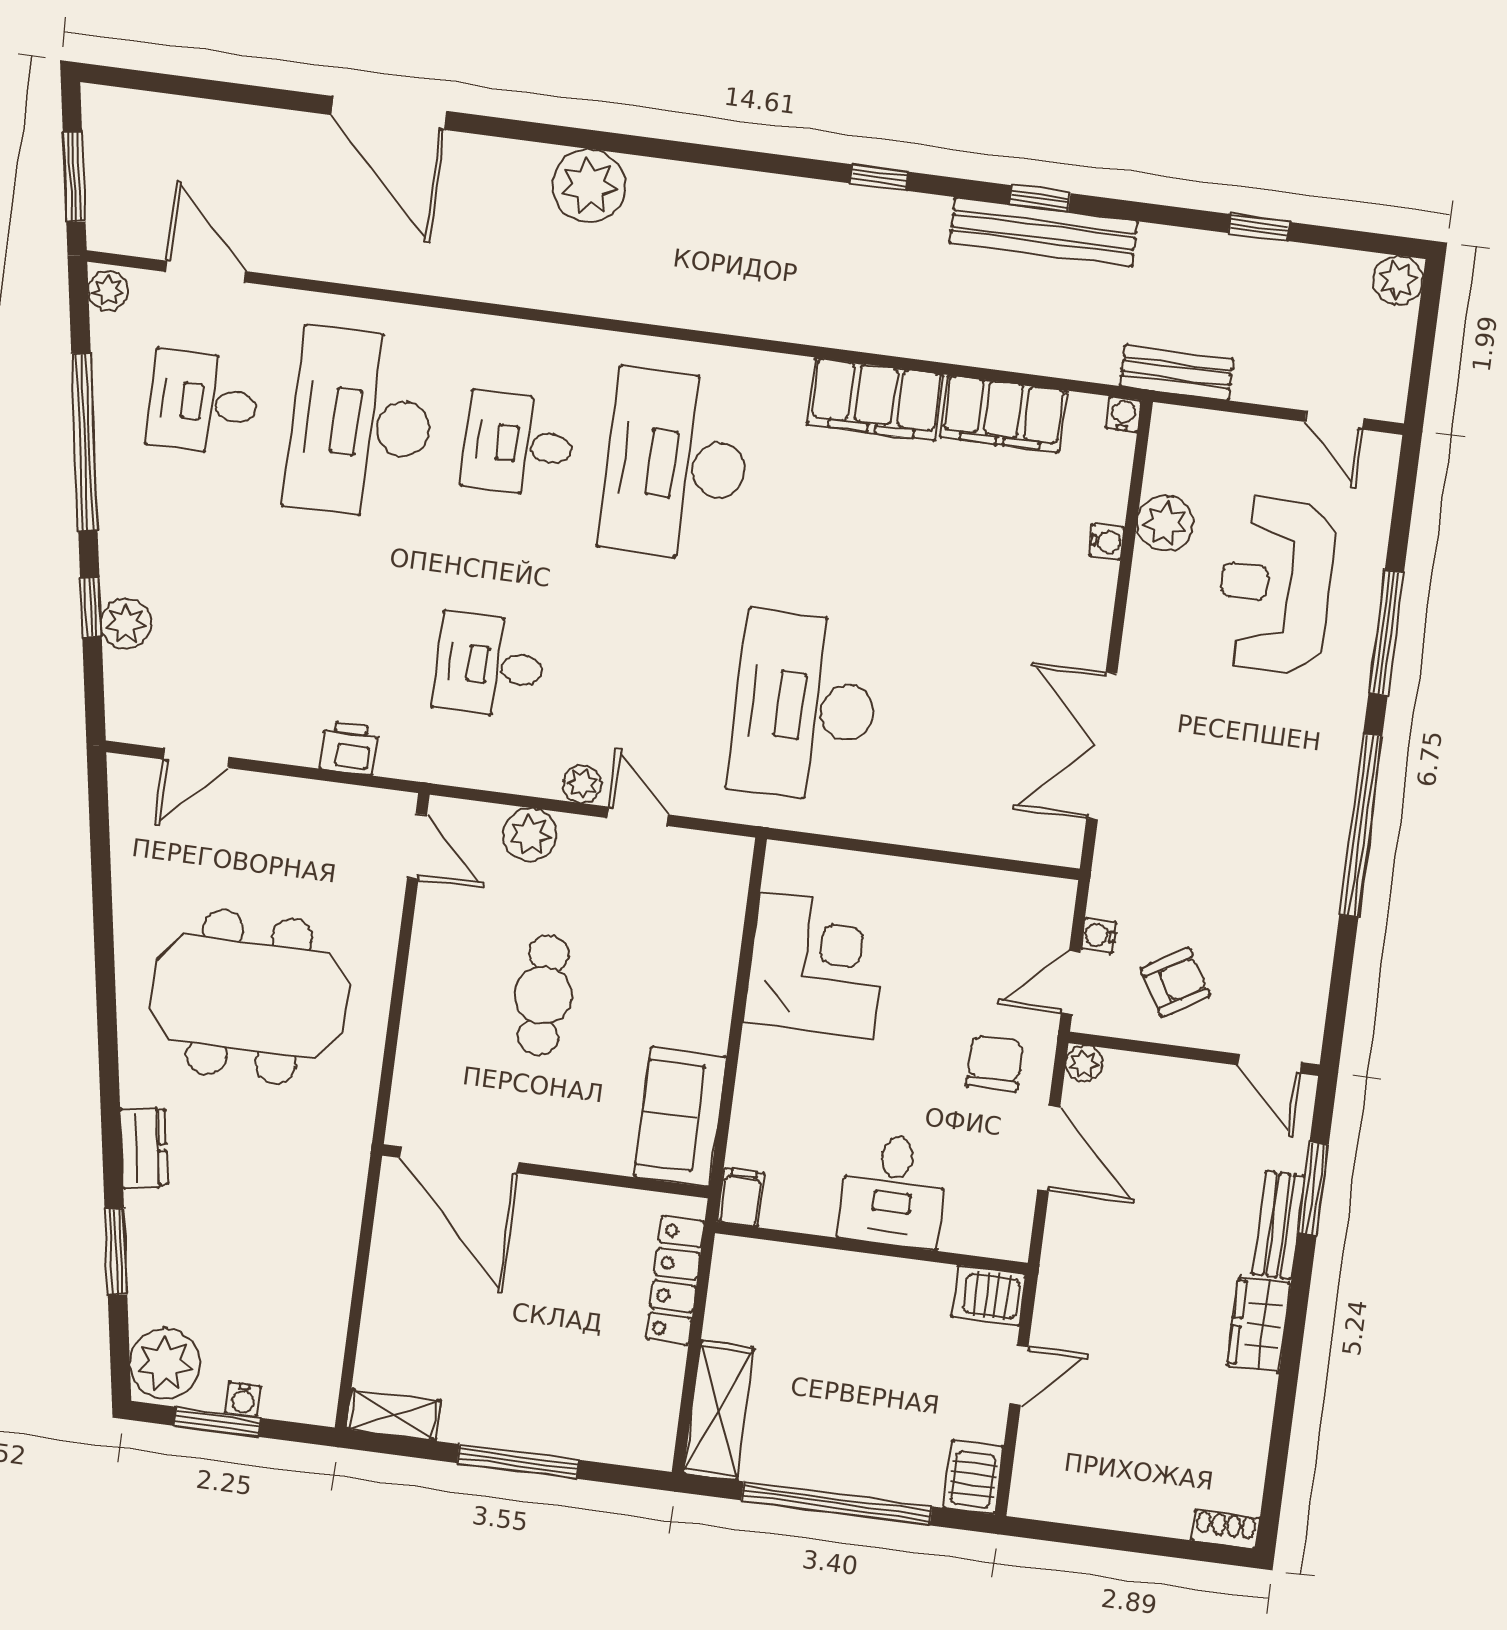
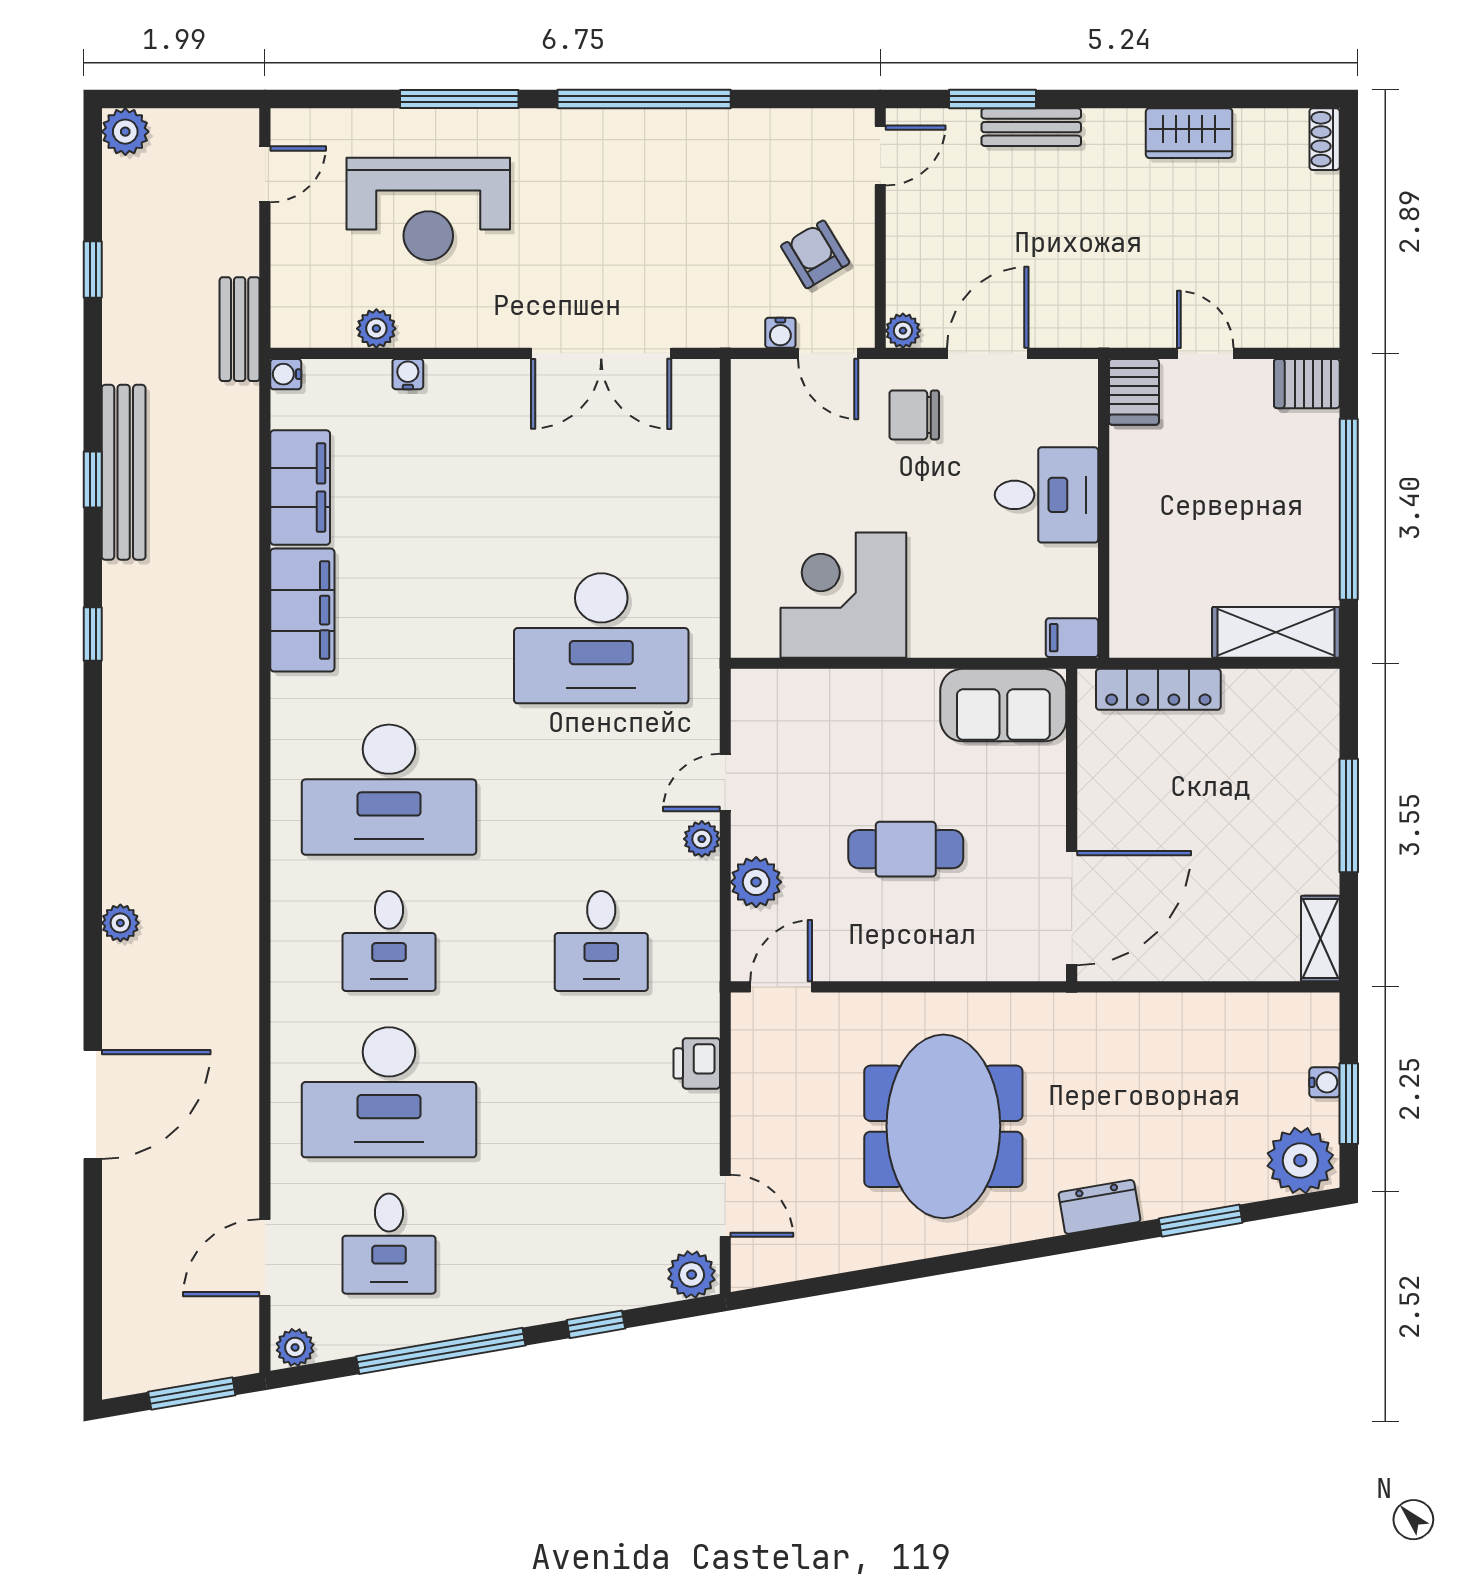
plant: (589, 186) -> (120, 923), width x0.53, depth x0.53
plant: (1165, 524) -> (376, 329), width x0.73, depth x0.73
plant: (126, 624) -> (692, 1275), moved
wardrobe: (1259, 1325) -> (1189, 133), moved

